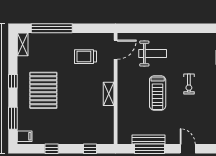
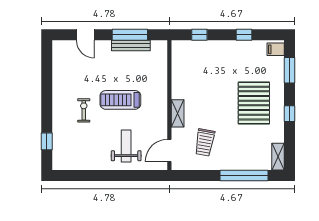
weight bench: (153, 54) -> (126, 146), turned 90
trolley: (85, 57) -> (205, 142), turned 100
treadmill: (158, 93) -> (120, 100), turned -90
shelving: (109, 94) -> (178, 113), moved

